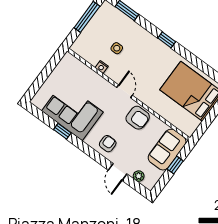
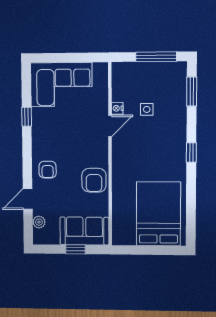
door: (125, 91) -> (110, 126), moved
corner sofa: (72, 111) -> (61, 85), moved, turned 90
armchair: (108, 144) -> (48, 170), turned 90

